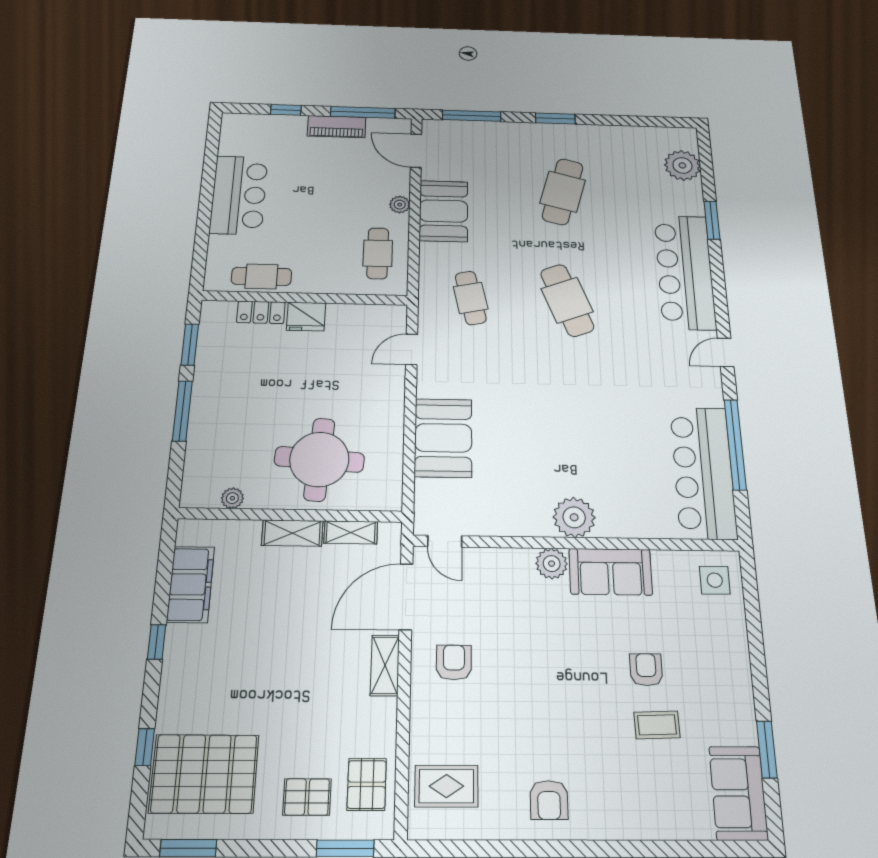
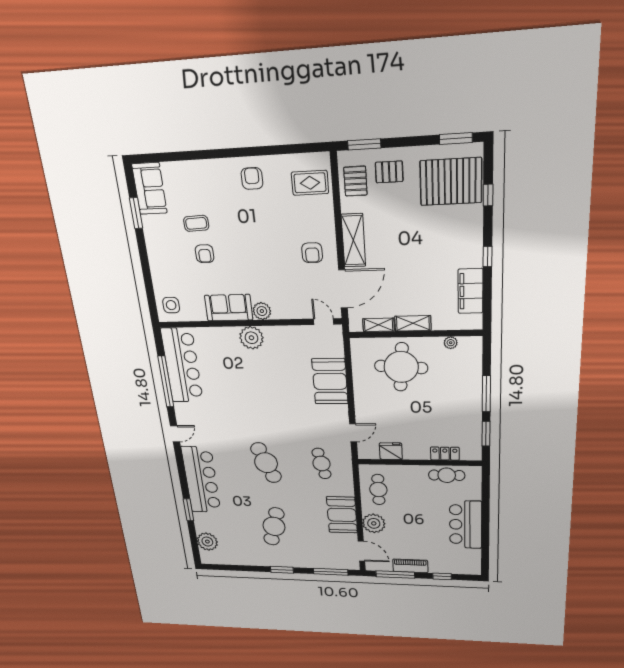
plant: (400, 205) -> (374, 523), width x1.88, depth x1.88
fridge: (306, 317) -> (391, 451), moved
shelving: (385, 665) -> (353, 240), width x1.50, depth x1.33

